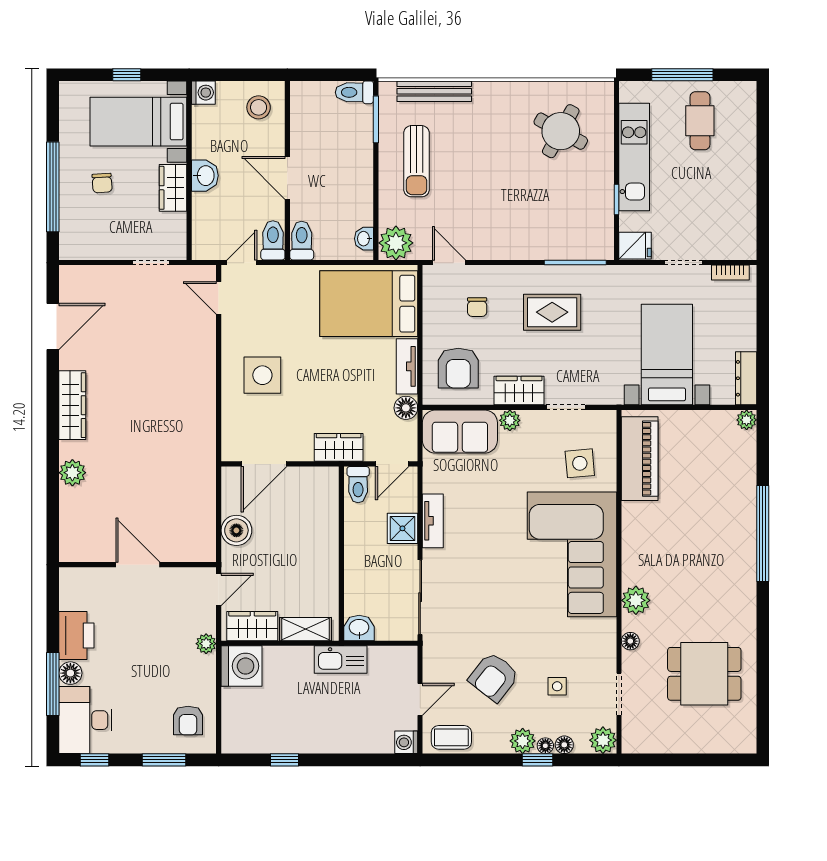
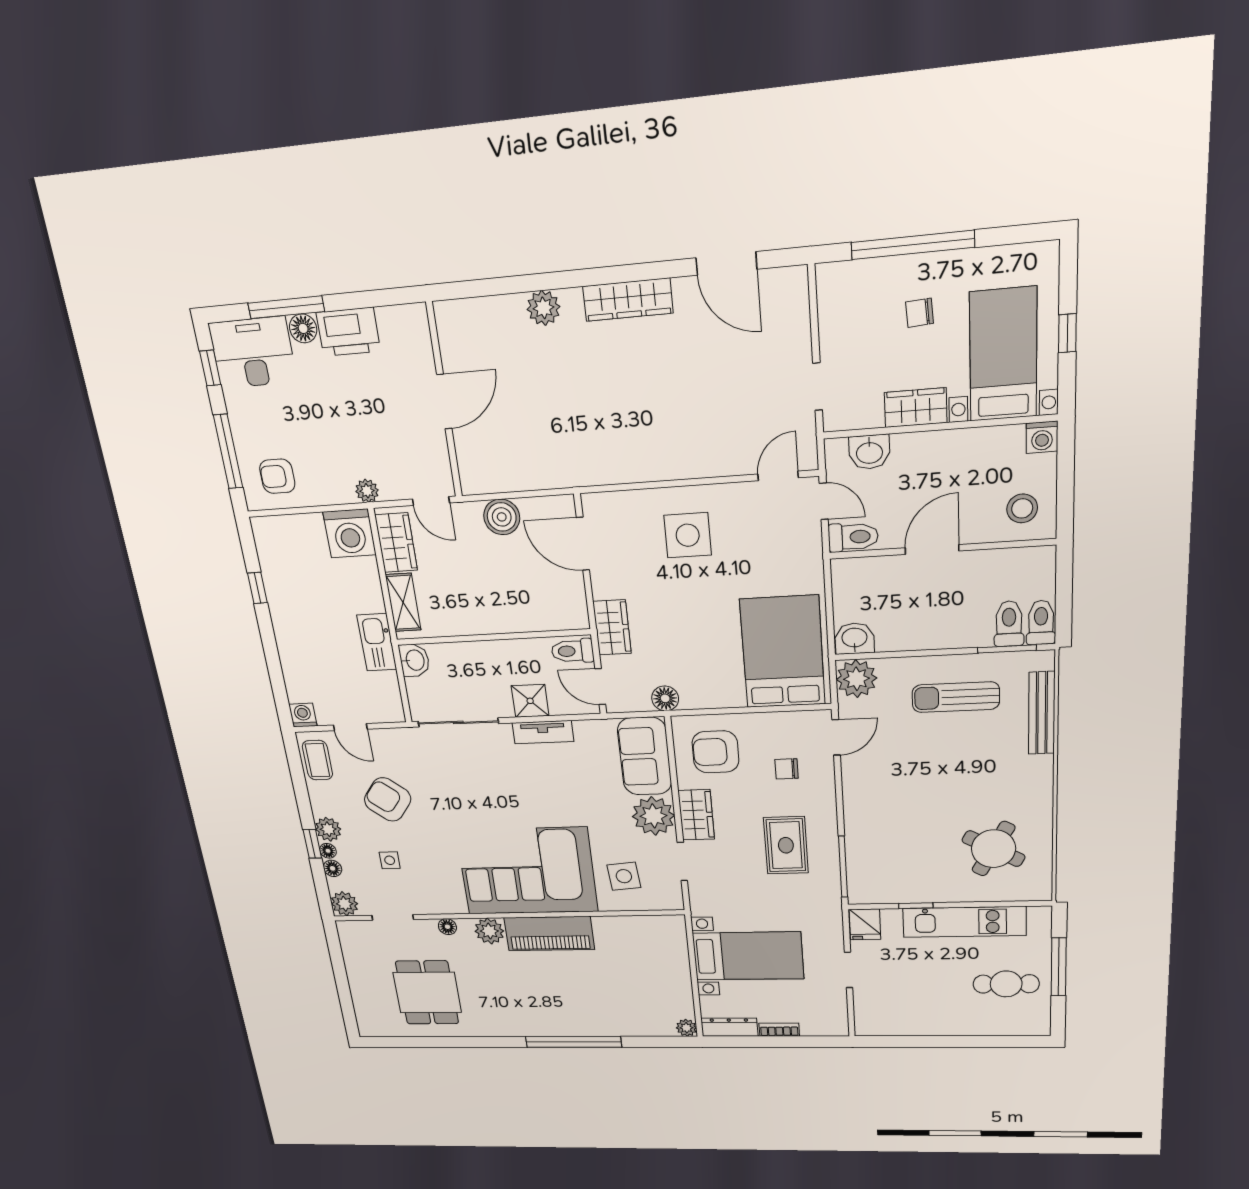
washbasin: (205, 176) -> (869, 452), moved
washbasin: (364, 239) -> (854, 638), width x1.38, depth x1.45
toilet: (302, 241) -> (1009, 624), moved, turned -90
bookcase: (730, 272) -> (779, 1030), moved, turned 90
tv unit: (407, 366) -> (713, 697), removed
plant: (510, 420) -> (653, 816), width x1.87, depth x1.87
piano: (640, 459) -> (549, 934), moved
window: (164, 760) -> (228, 452), width x1.44

